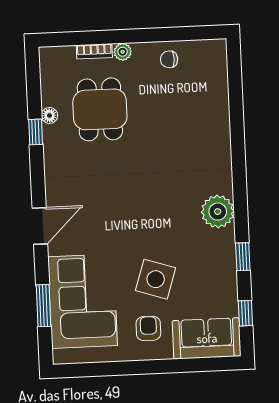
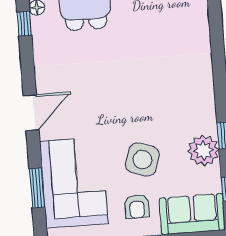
plant: (218, 212) -> (204, 151), moved
armchair: (148, 328) -> (137, 206), turned 180

